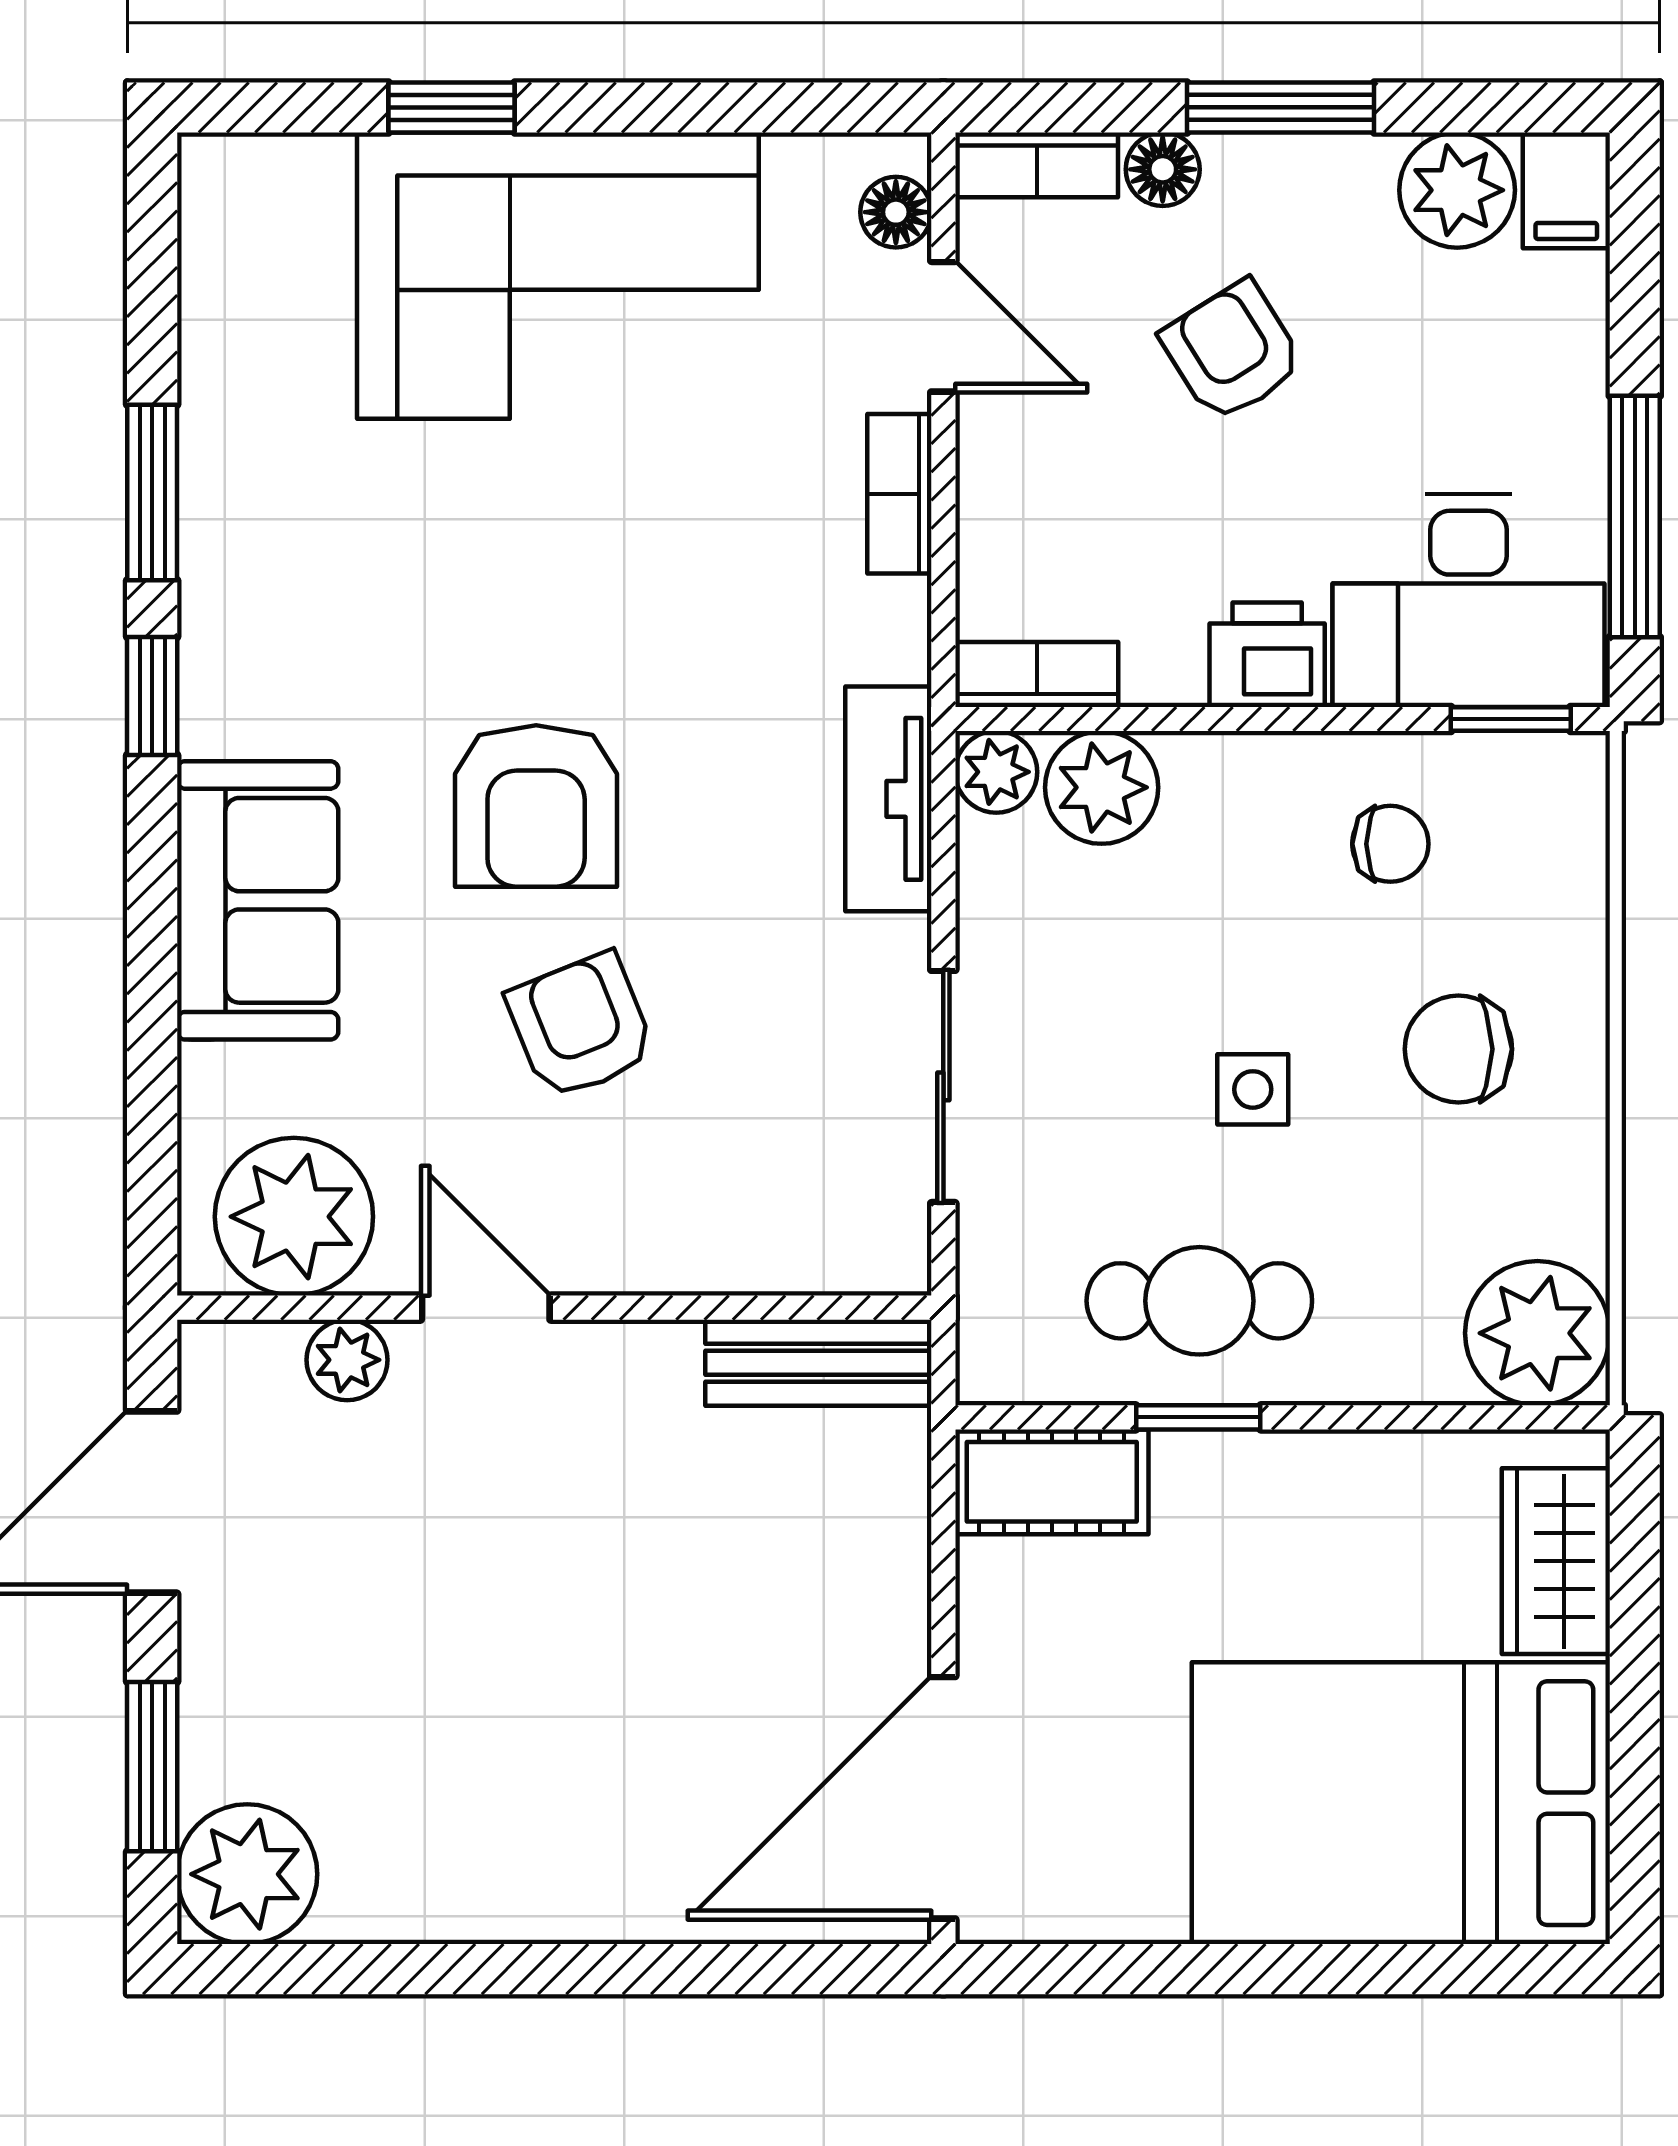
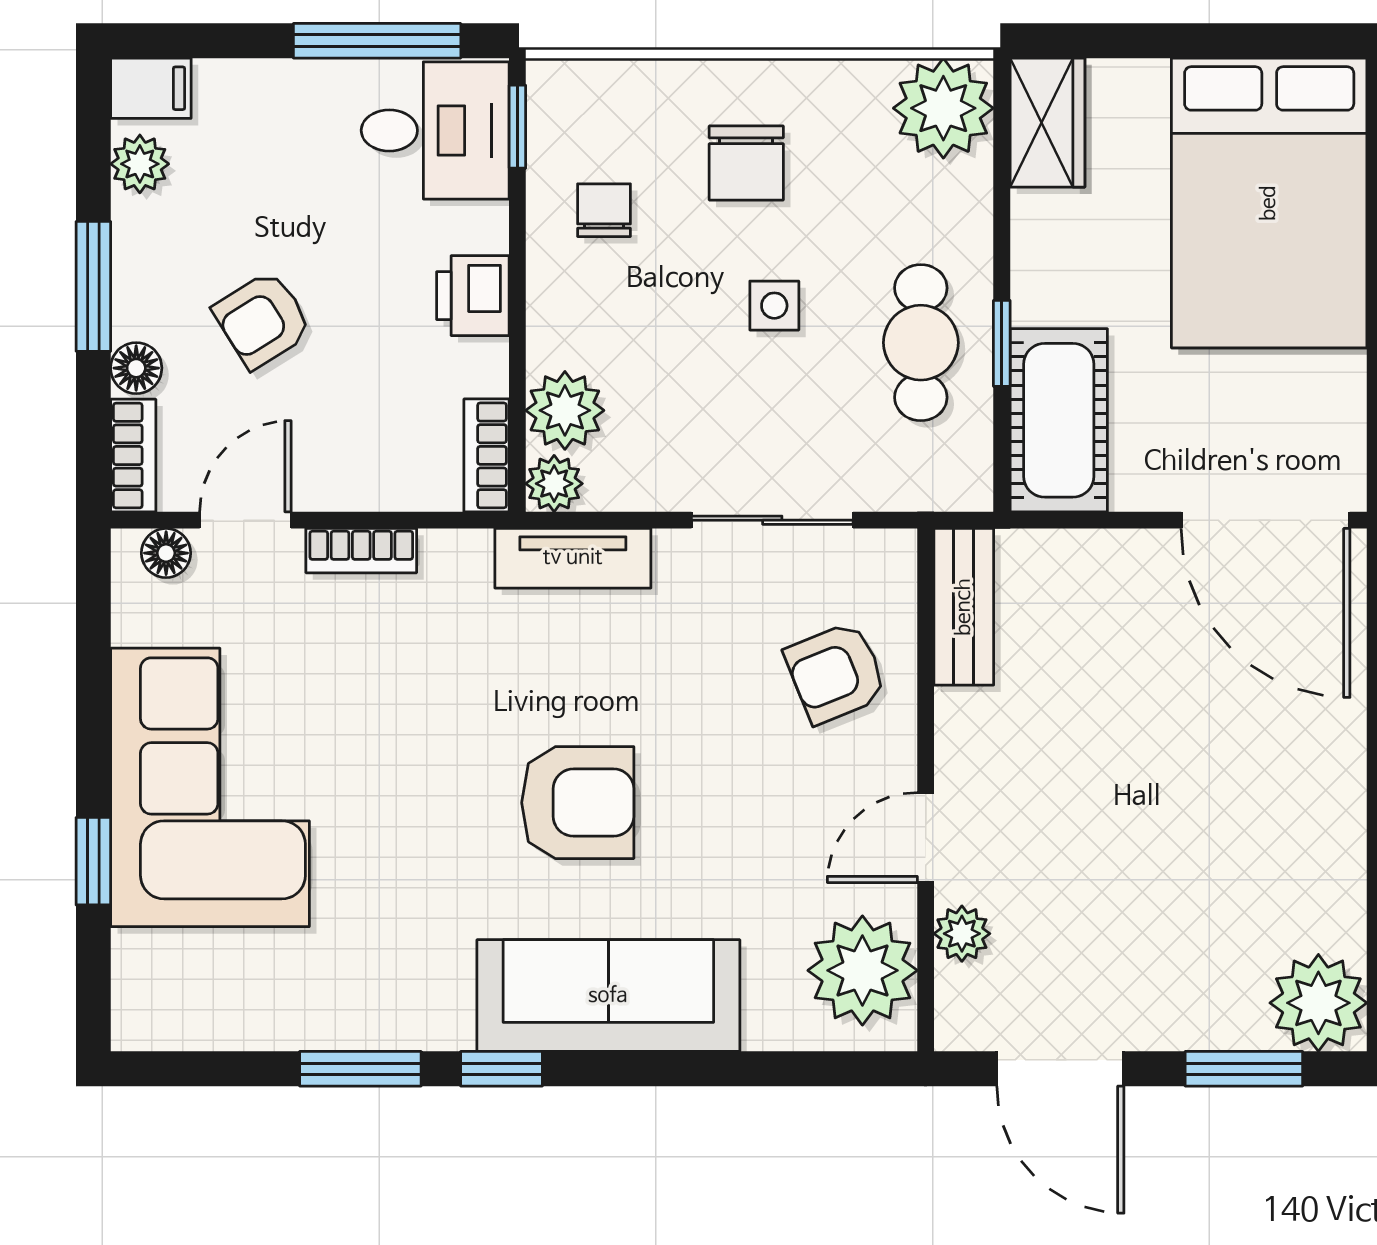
plant: (1457, 190) -> (140, 164), width x0.73, depth x0.73
desk: (1468, 600) -> (435, 130), width x0.73
sofa: (258, 900) -> (608, 996), width x1.36
armchair: (581, 1026) -> (836, 673), moved
cot: (1052, 1482) -> (1059, 420), width x1.37, depth x1.34
wardrobe: (1556, 1561) -> (1047, 123), moved, turned -90

